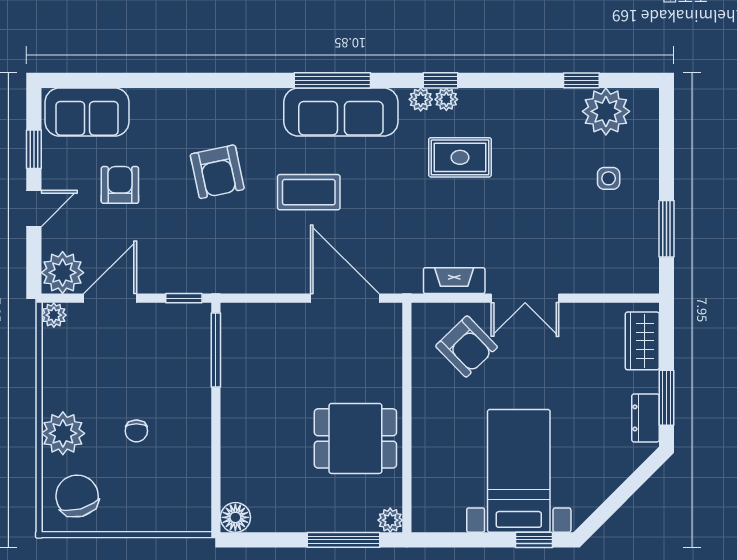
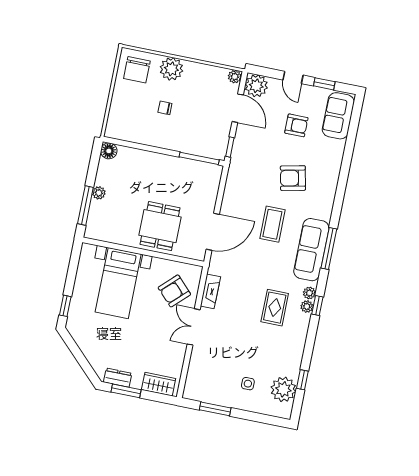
dining table: (355, 438) -> (160, 226), moved
bed with nightstands: (519, 471) -> (118, 283), moved, turned 90
chair: (77, 496) -> (137, 70), turned 105
plant: (390, 520) -> (99, 193), moved

